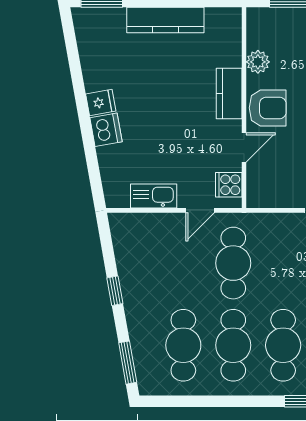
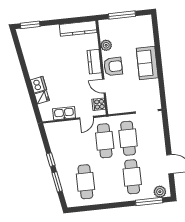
kitchen counter: (165, 20) -> (78, 28), moved
fridge: (101, 103) -> (42, 97), moved
door: (244, 147) -> (104, 86), swing flipped
cafe table: (233, 345) -> (128, 138), moved
window: (128, 363) -> (57, 182), moved

